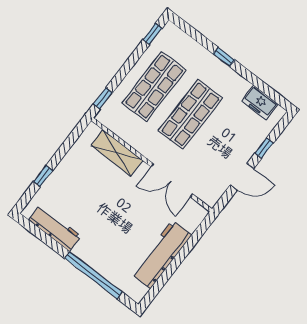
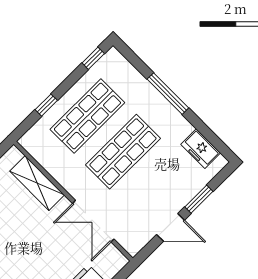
window: (224, 57) -> (168, 94), width x2.17
window: (103, 98) -> (46, 105), moved
window: (264, 148) -> (199, 199), width x1.50

